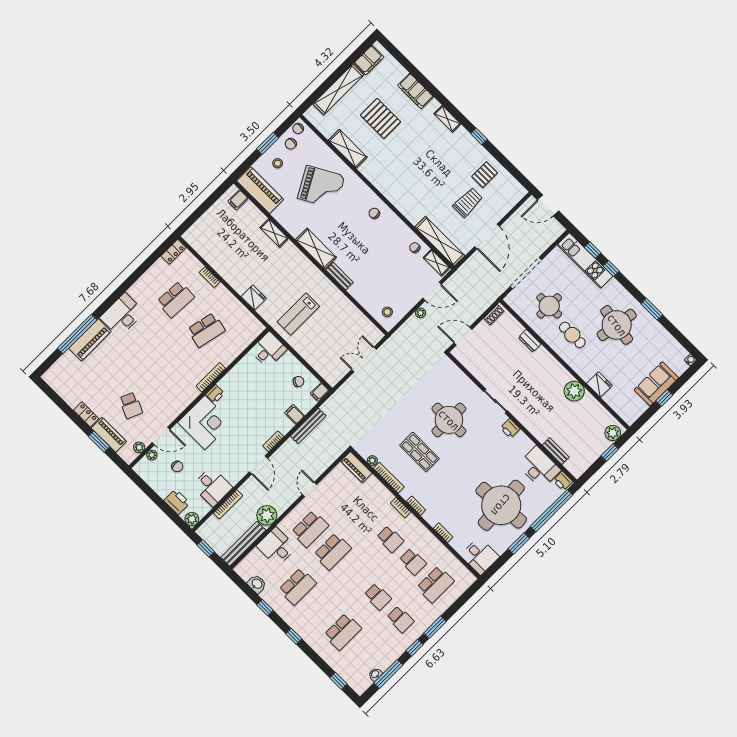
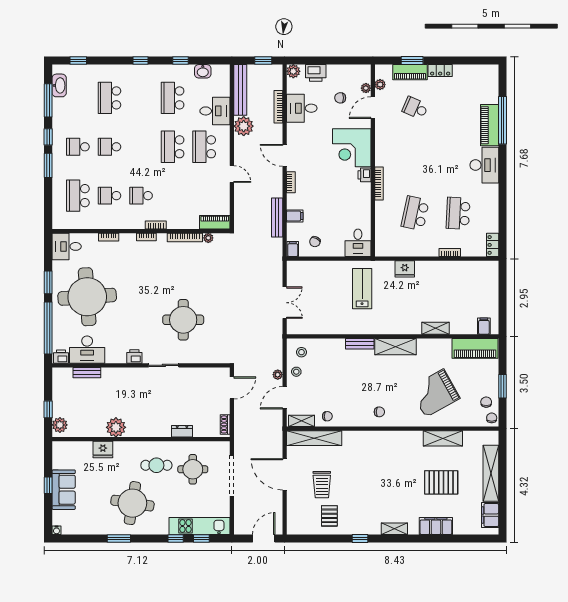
stool: (278, 163) -> (296, 372), moved
shop shelf: (419, 452) -> (181, 277), removed
washbasin: (375, 674) -> (59, 85), width x1.91, depth x1.45

